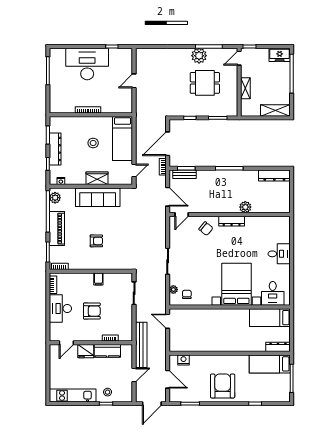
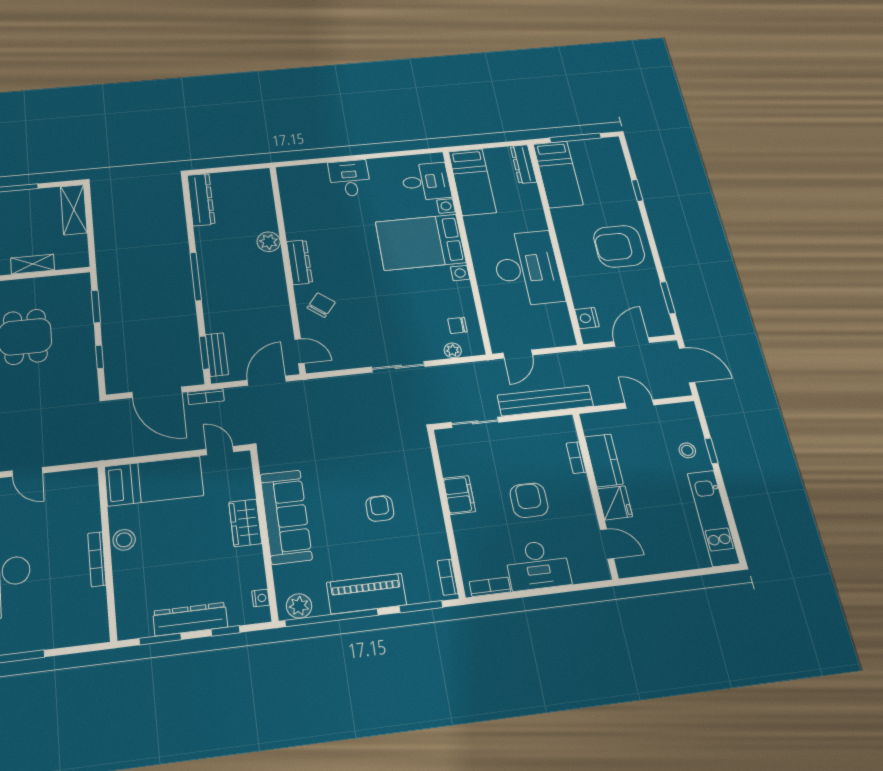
stool: (93, 143) -> (124, 540), moved
filing cabinet: (98, 279) -> (459, 495), width x2.00
desk: (215, 336) -> (527, 268), added
bench: (141, 345) -> (545, 401), moved

